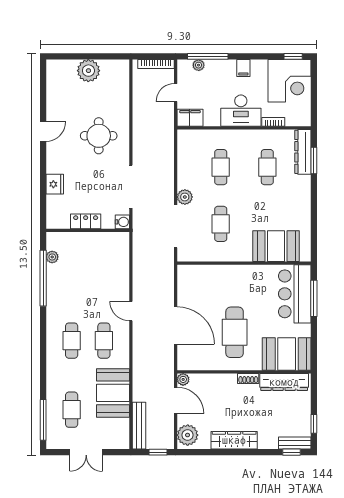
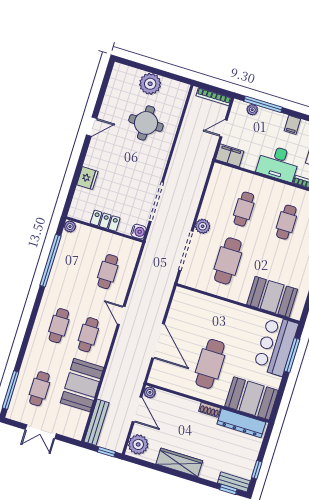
round table: (99, 136) -> (146, 123), moved
cafe table: (221, 224) -> (228, 261), width x1.37, depth x1.35
plant: (52, 257) -> (70, 227), moved
cafe table: (104, 272) -> (108, 272), added

